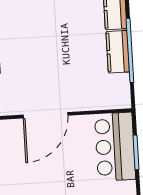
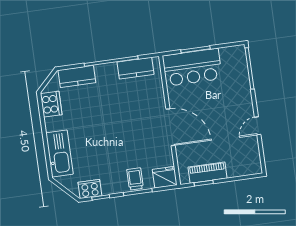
kitchen counter: (118, 52) -> (135, 68), moved

